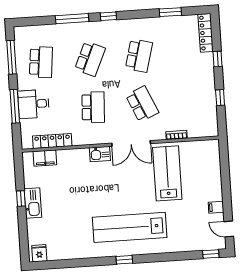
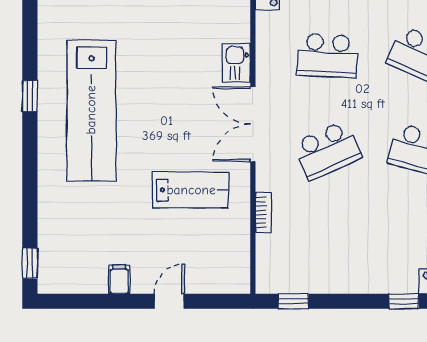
window: (220, 98) -> (293, 301), moved
lab bench: (167, 173) -> (191, 190), width x0.73, depth x0.72
lab bench: (130, 227) -> (91, 110), turned 180
door: (229, 229) -> (169, 301), moved

